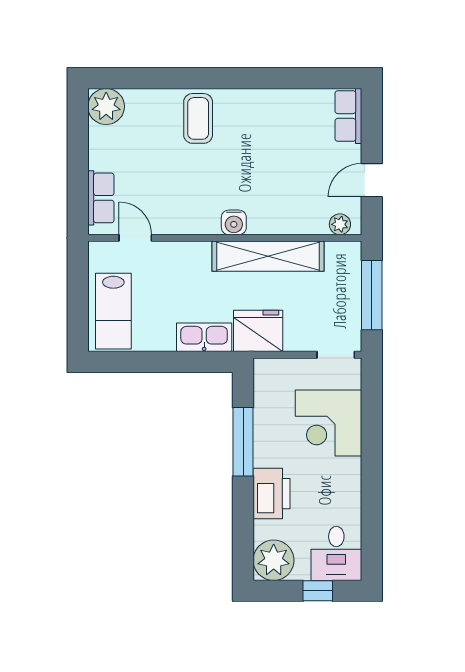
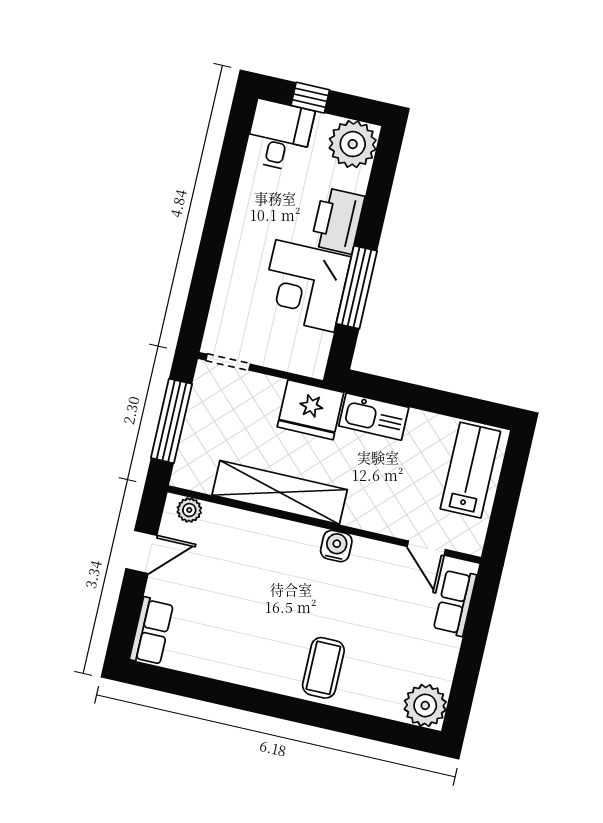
water cooler: (234, 222) -> (336, 546), moved
corner desk: (328, 423) -> (305, 286), moved, turned 180

